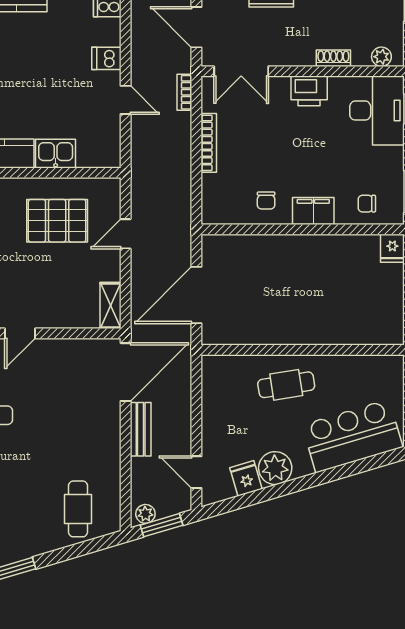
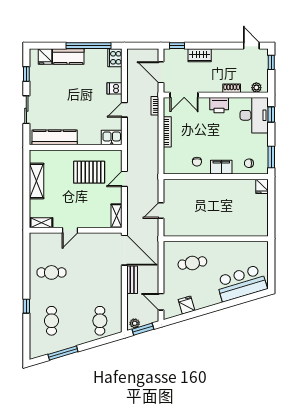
door: (126, 100) -> (124, 110), swing flipped
kitchen sink: (56, 154) -> (112, 138), moved
door: (196, 295) -> (161, 210), width x0.53
door: (126, 372) -> (124, 250), hinge flipped
cafe table: (286, 385) -> (192, 263), moved
plant: (275, 468) -> (202, 300), removed

